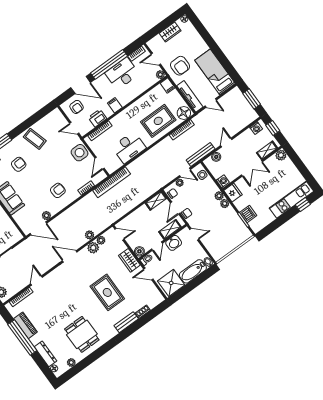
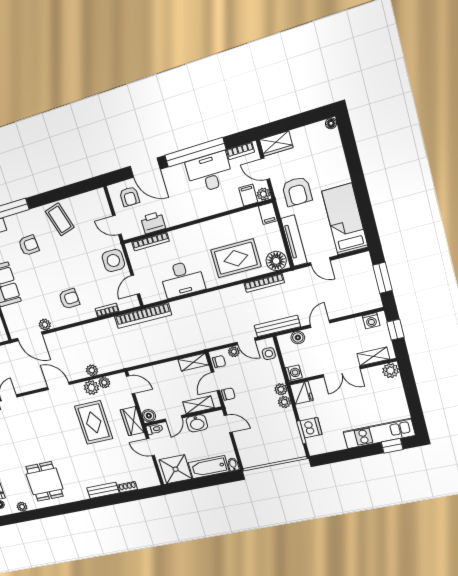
wardrobe: (170, 32) -> (276, 144), moved
filing cabinet: (115, 105) -> (248, 195), moved
rug: (107, 292) -> (94, 422), moved

